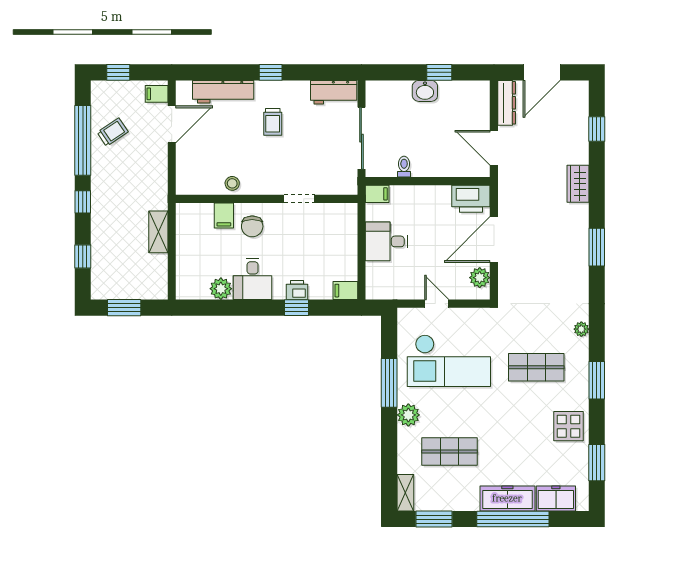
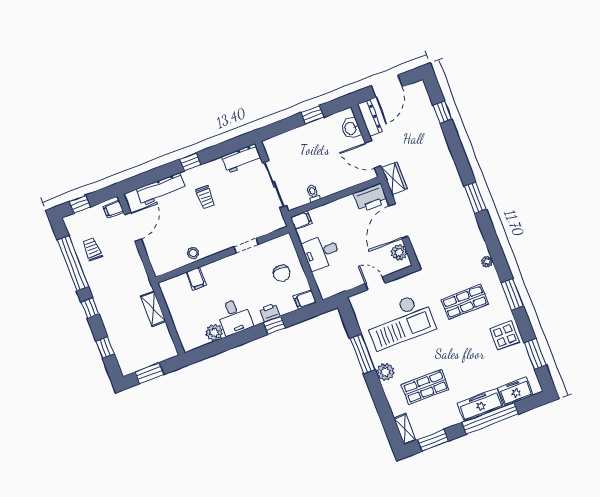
washbasin: (425, 91) -> (351, 128), moved, turned 90
trolley: (113, 132) -> (92, 249), turned -56
wardrobe: (578, 184) -> (394, 178), moved, turned 180
chair: (252, 226) -> (282, 273), moved

